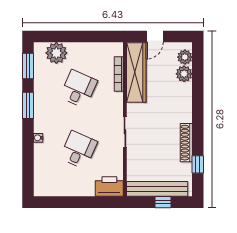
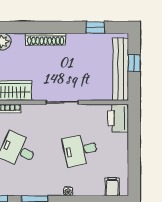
shoe rack: (186, 143) -> (46, 39), moved
desk: (78, 150) -> (81, 150), turned -36
filing cabinet: (43, 181) -> (112, 187), added

